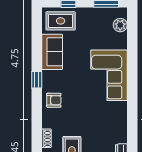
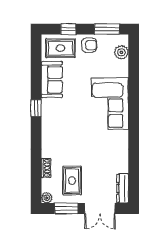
armchair: (54, 100) -> (89, 45), moved

